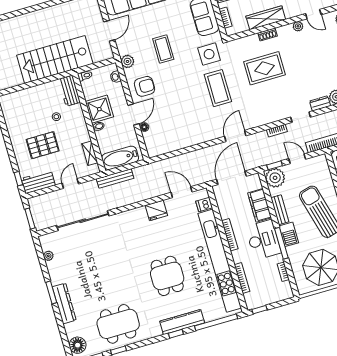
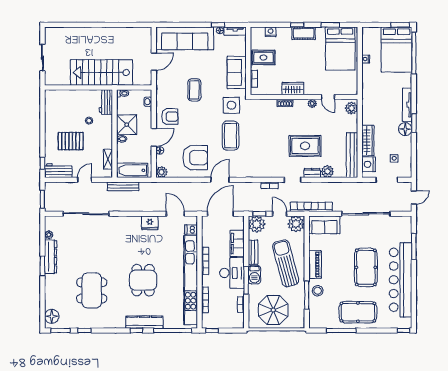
wardrobe: (266, 18) -> (293, 89), width x0.67
plant: (127, 61) -> (162, 172), moved
rug: (265, 68) -> (305, 146), moved
armchair: (186, 124) -> (195, 158), added
door: (235, 136) -> (220, 180), moved
plant: (318, 165) -> (296, 224), added
dresser: (64, 303) -> (51, 257), moved
dining table: (118, 324) -> (92, 290), moved, turned 90

